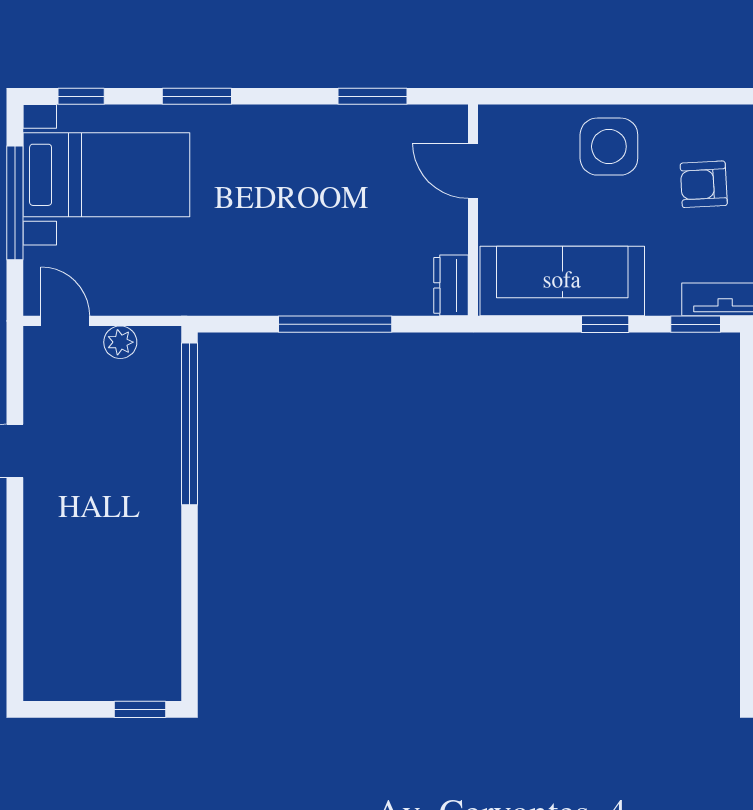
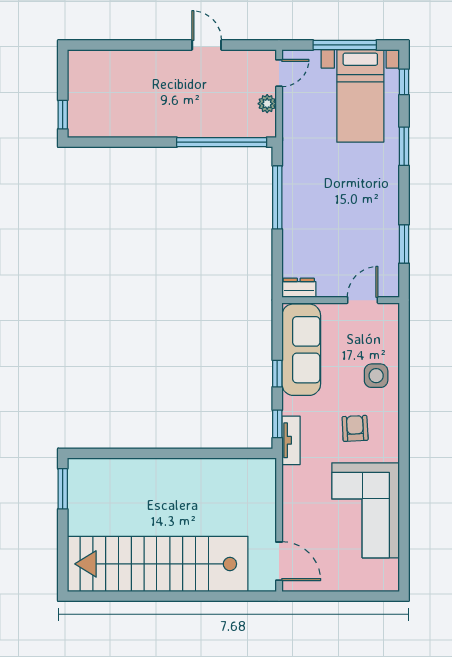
side table: (609, 147) -> (376, 376), width x0.73, depth x0.73
window: (335, 324) -> (277, 197), moved

